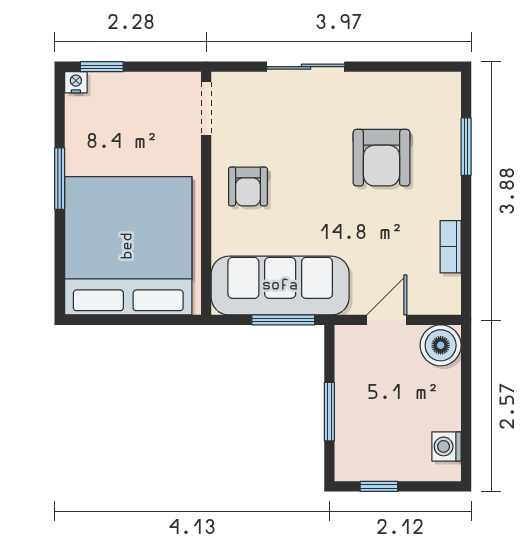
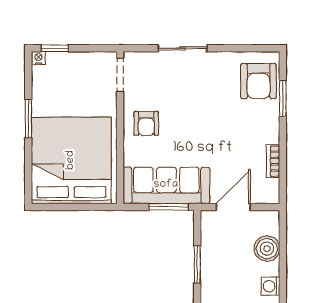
armchair: (382, 158) -> (259, 81), moved
door: (387, 320) -> (233, 207), width x1.38
boiler: (441, 345) -> (267, 249), moved

